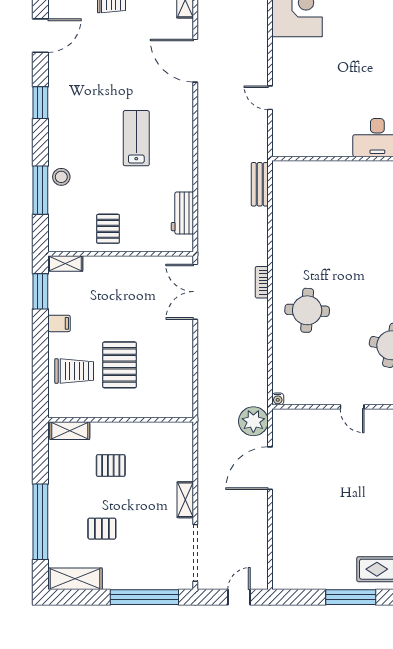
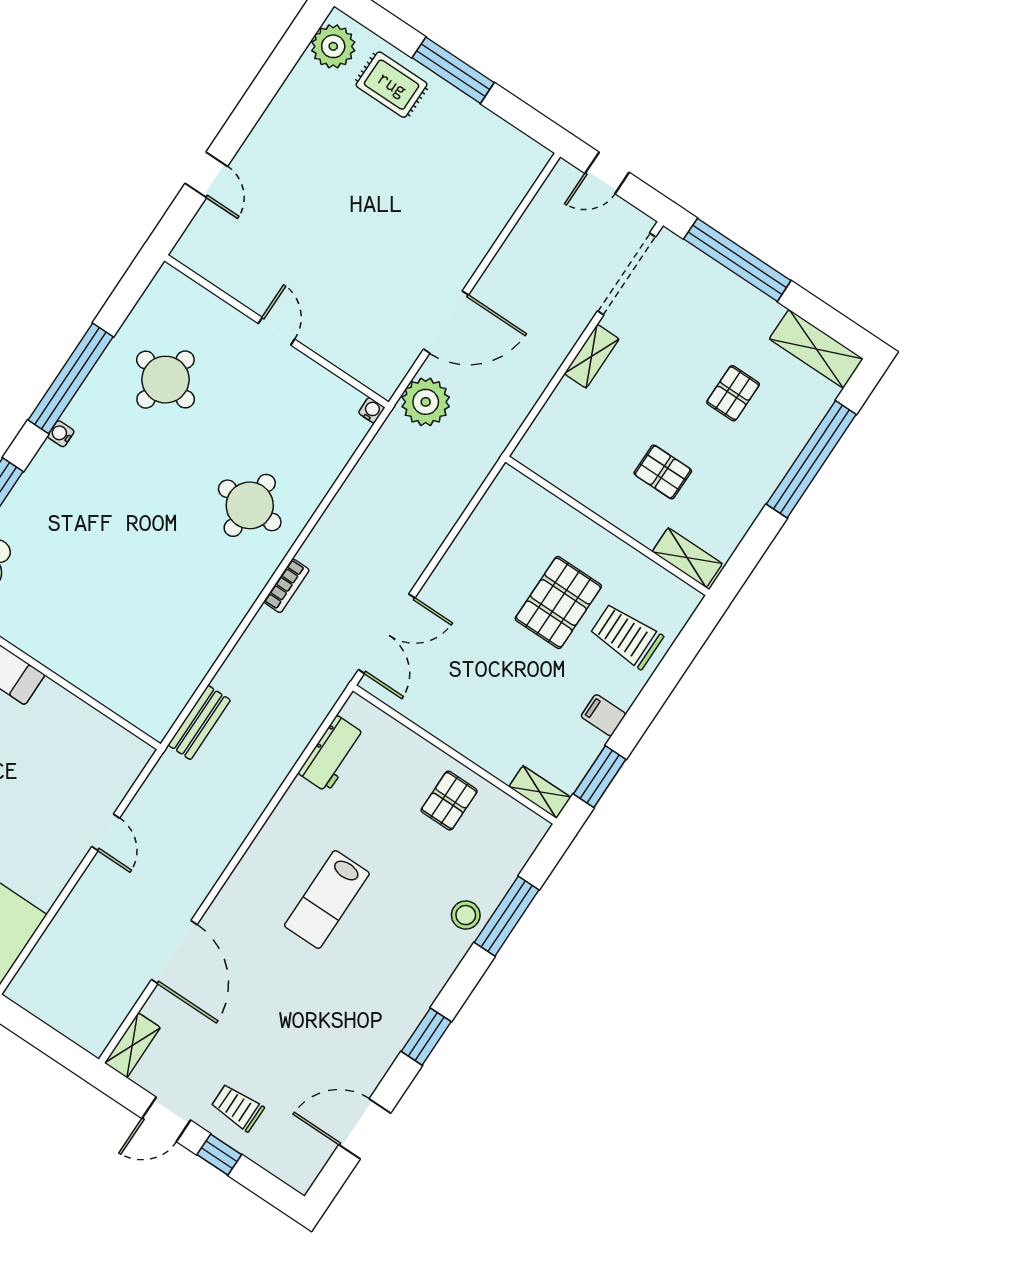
pallet: (102, 529) -> (733, 393), turned 90

